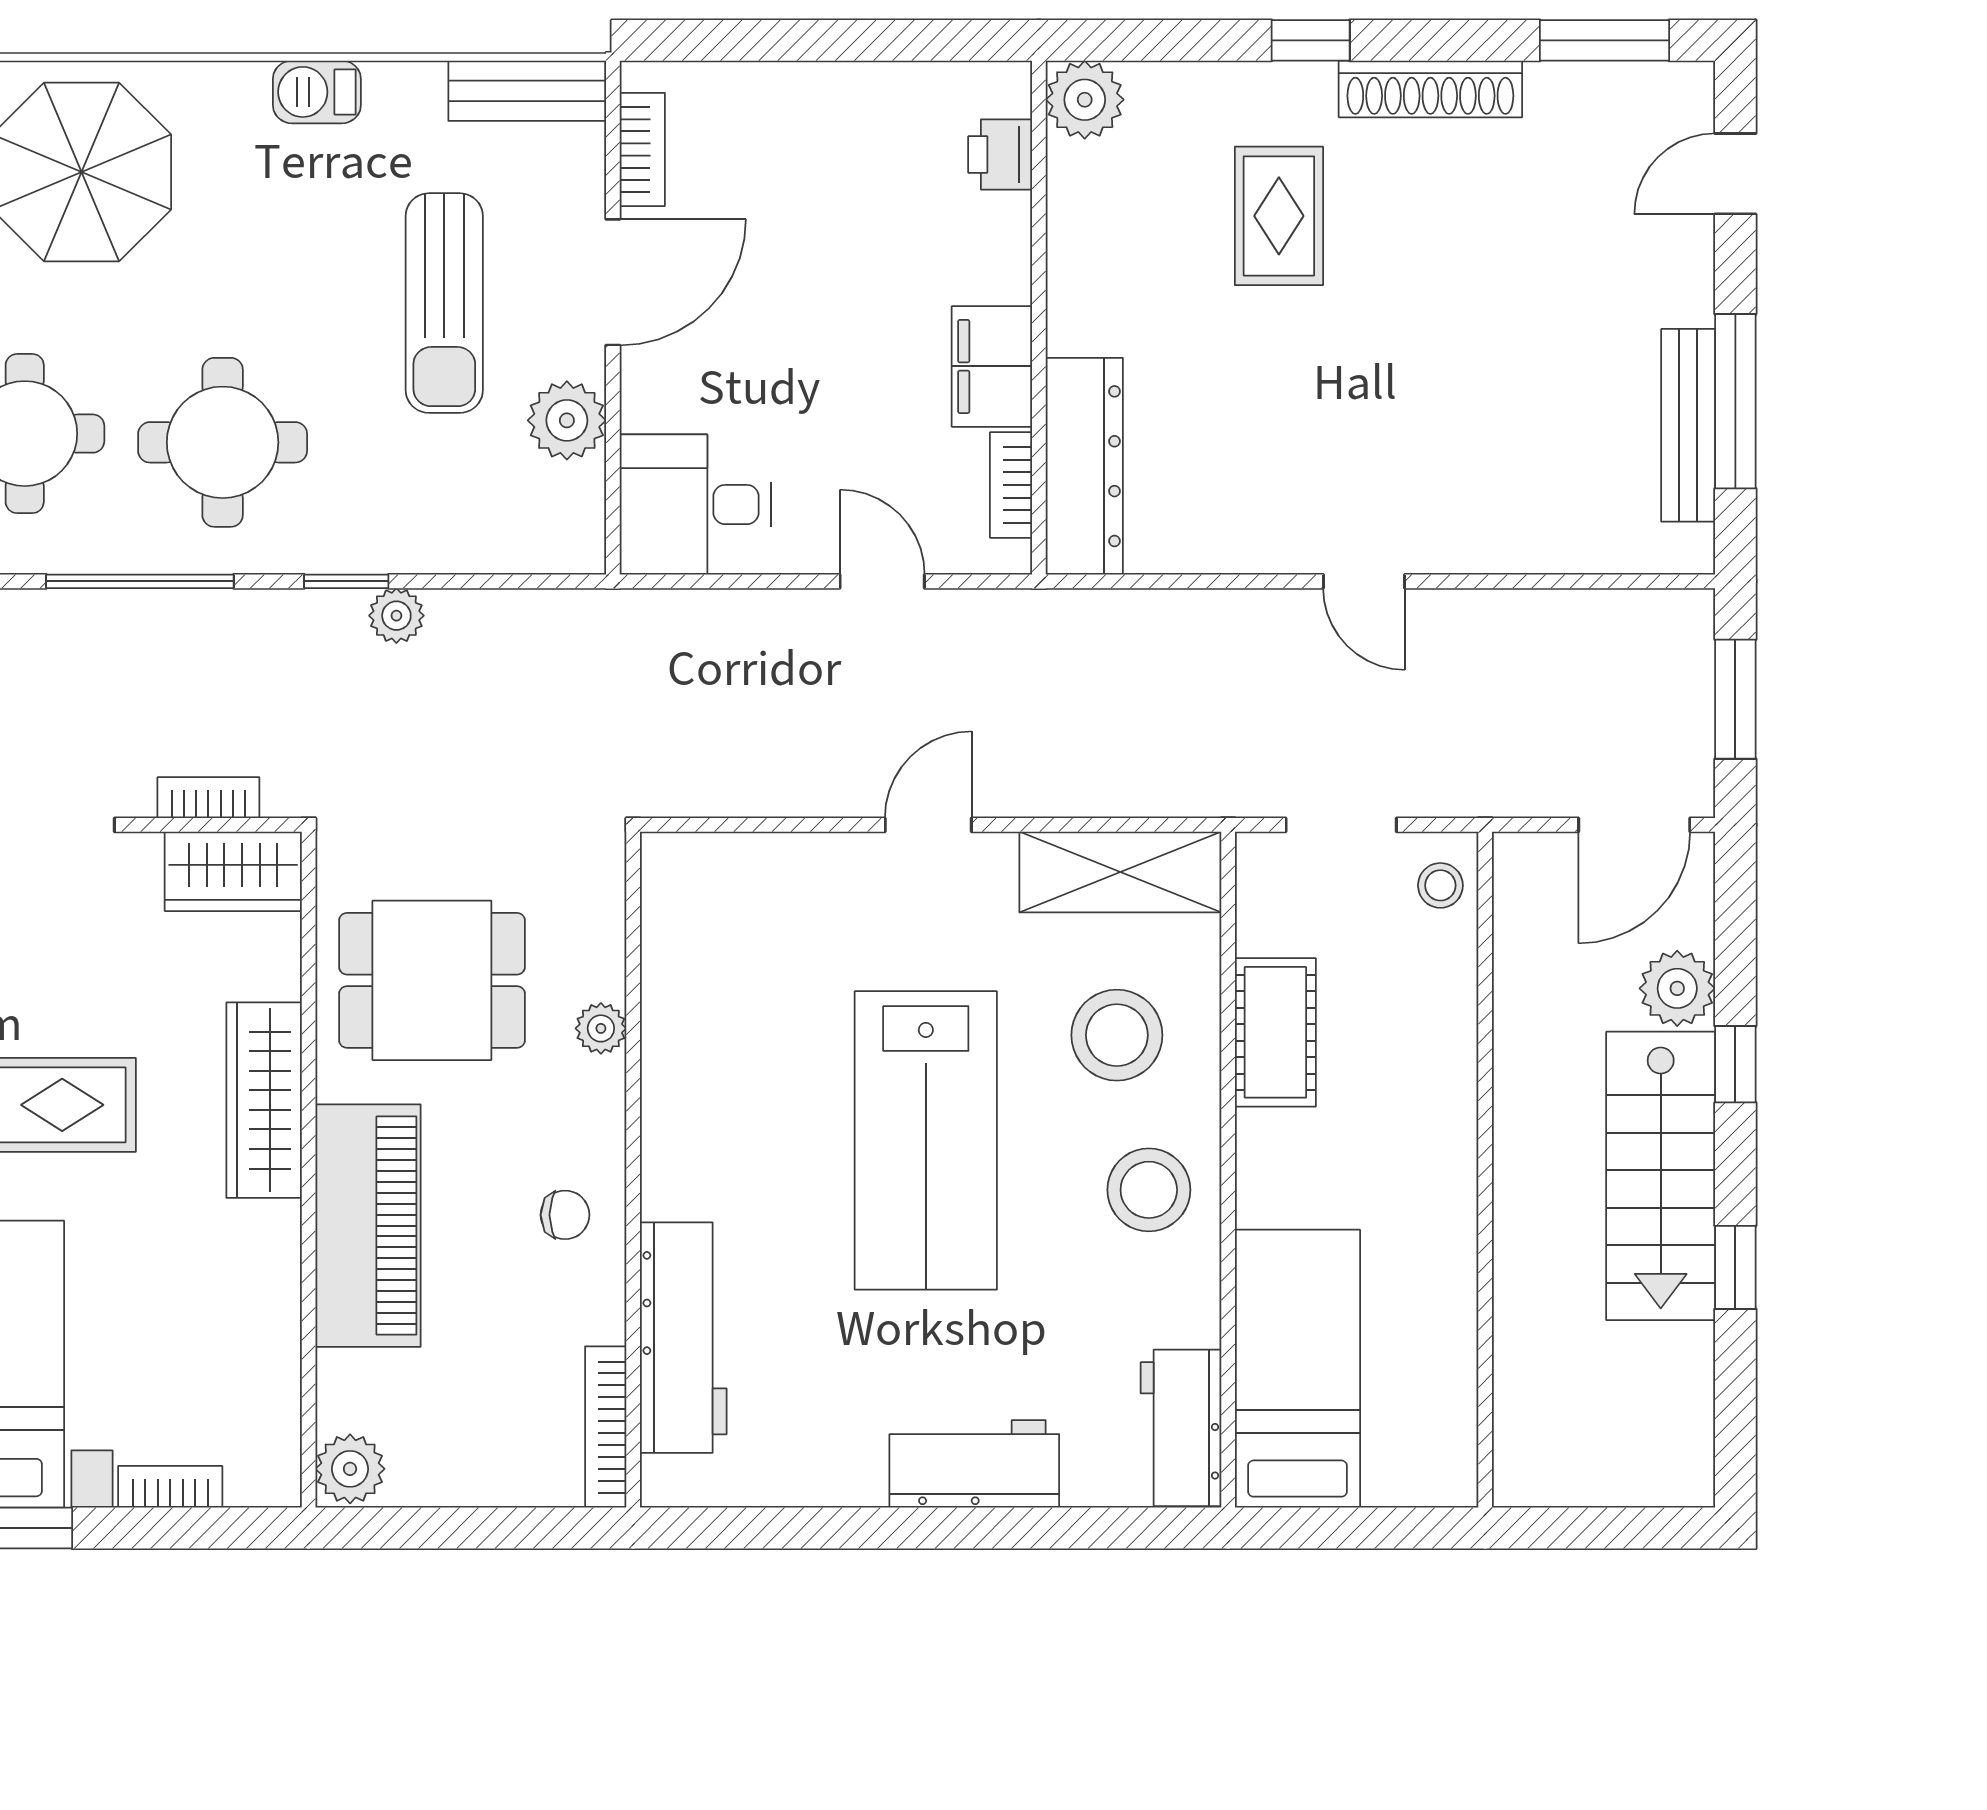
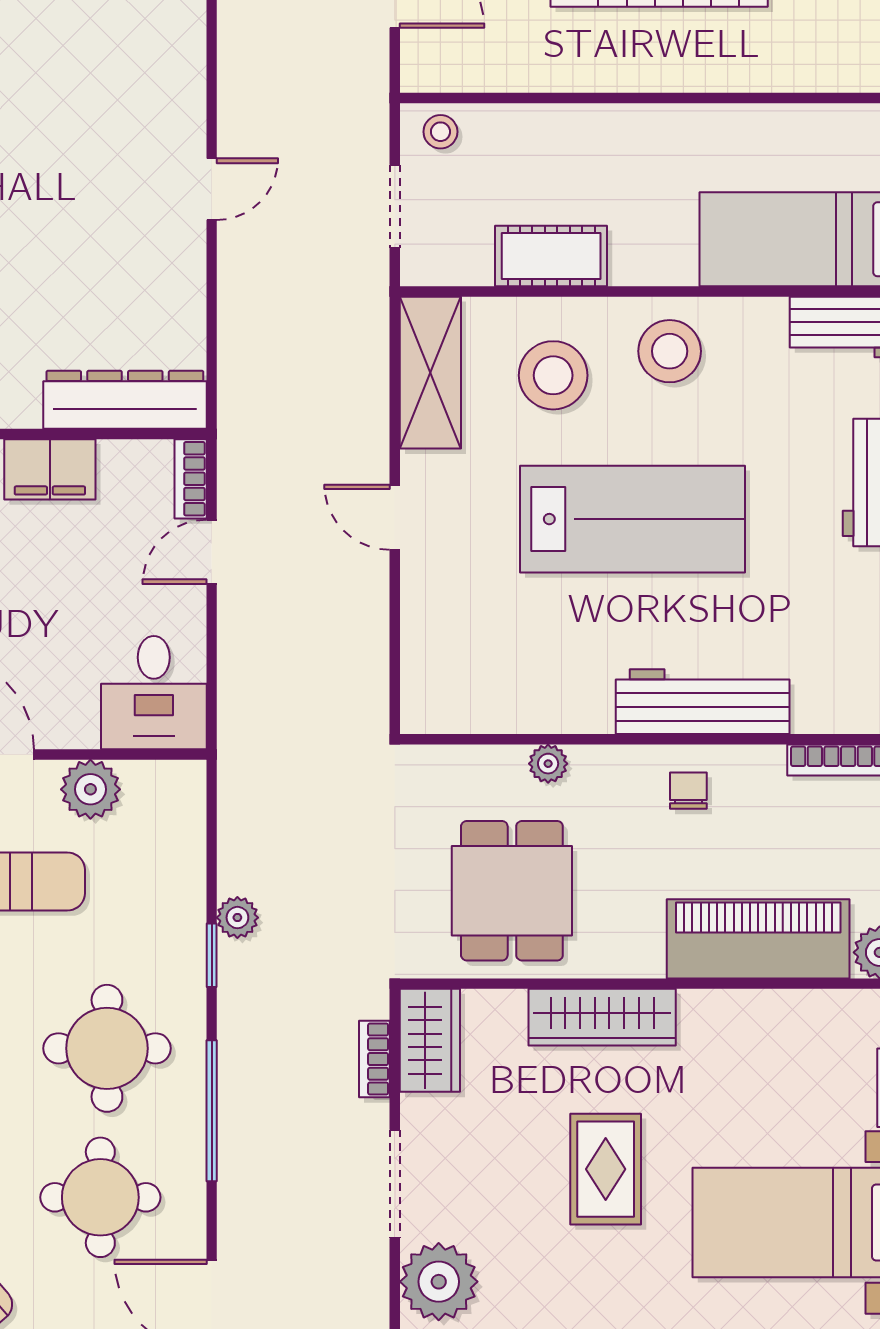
bookcase: (1011, 485) -> (191, 479), moved, turned 90
piano: (368, 1226) -> (758, 939), moved
workbench: (683, 1338) -> (703, 702), moved

